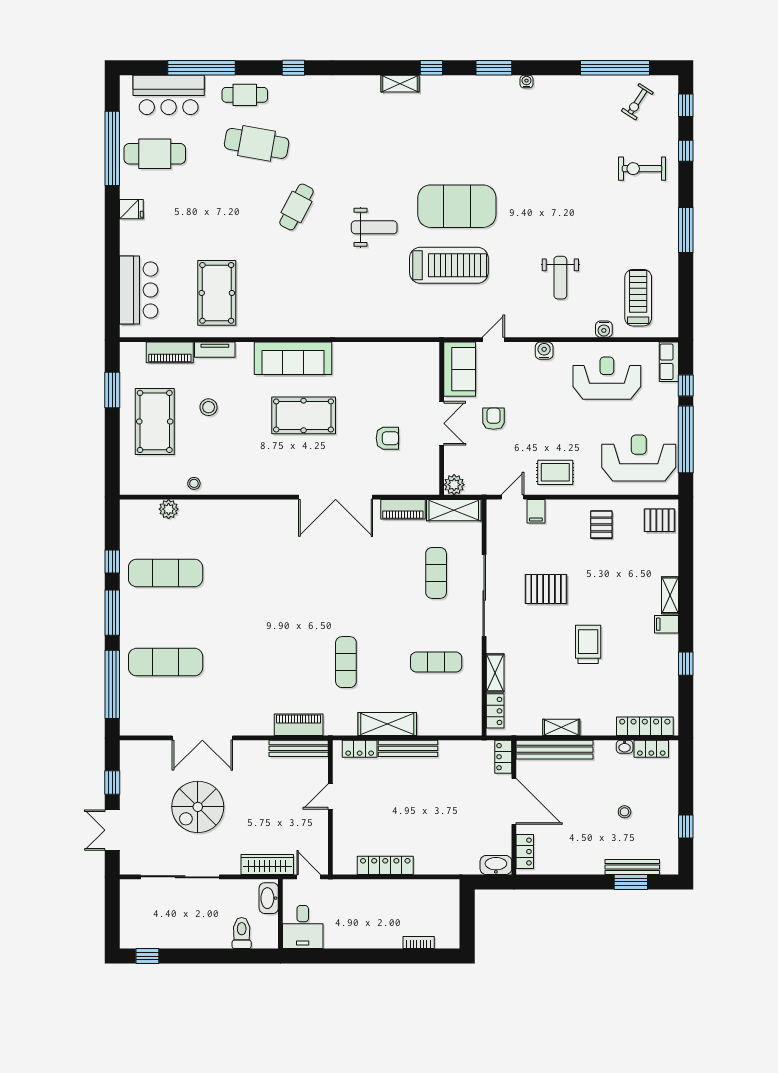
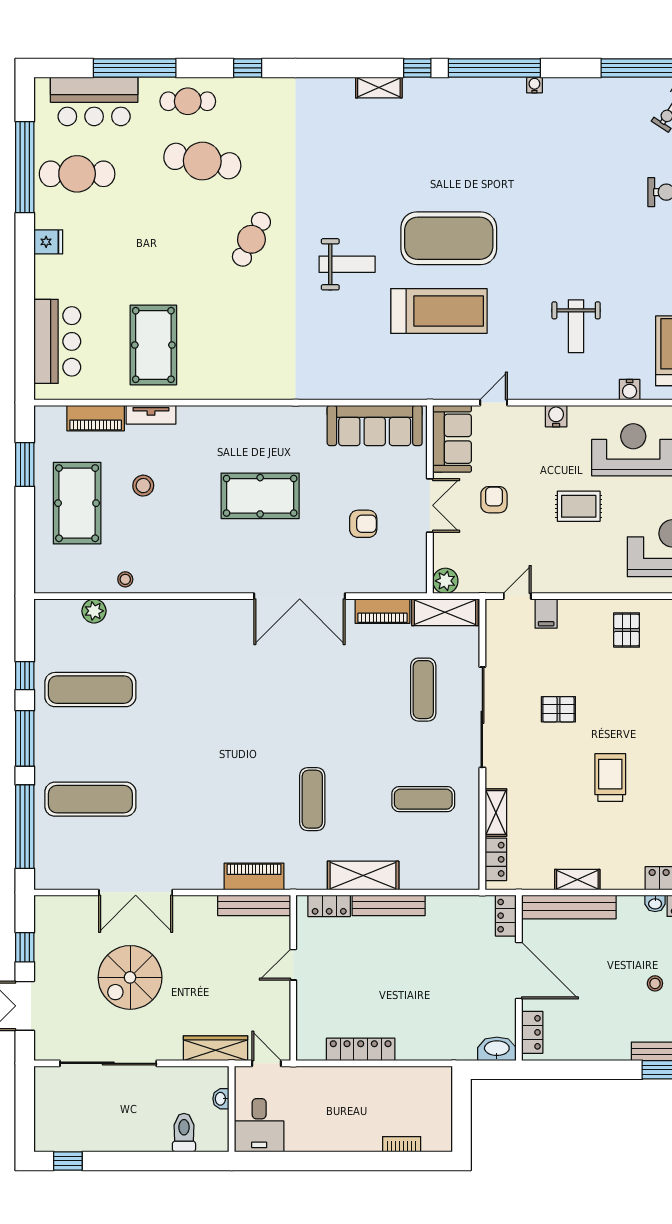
window: (494, 68) -> (494, 68), width x2.11
sofa: (293, 358) -> (375, 425), moved
rug: (555, 472) -> (579, 506), moved
pallet: (546, 589) -> (558, 709), width x0.67, depth x0.71
washbasin: (269, 898) -> (221, 1099), width x0.52, depth x0.69

